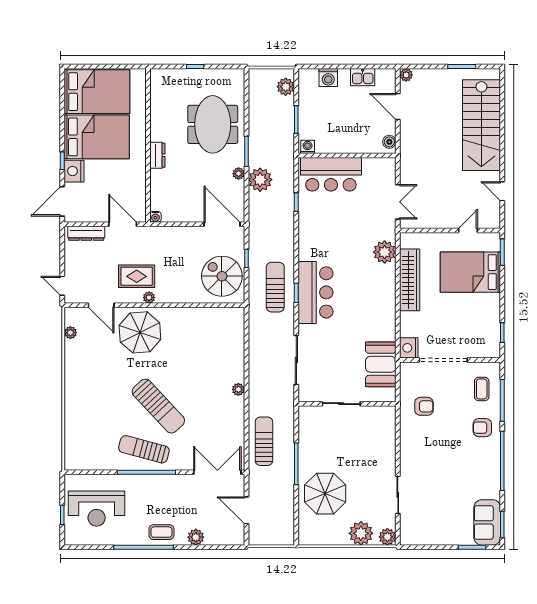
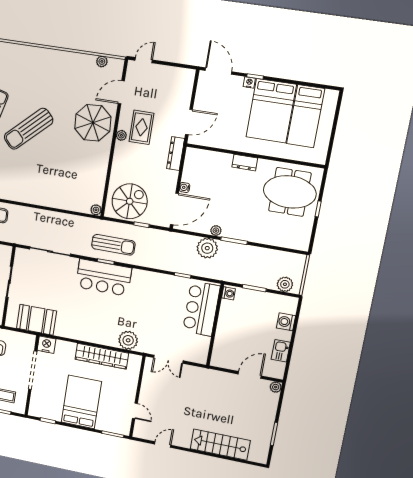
bed: (97, 92) -> (306, 116), width x0.67
meeting table: (213, 124) -> (290, 192), moved
stairs: (481, 125) -> (220, 445), width x0.73, depth x0.66
boiler: (389, 142) -> (221, 362), removed
nightstand: (74, 171) -> (249, 82), width x0.53, depth x0.56
water cooler: (156, 217) -> (185, 187), moved
dresser: (86, 233) -> (176, 154), moved
bed: (470, 272) -> (81, 402), moved
plant: (238, 389) -> (96, 210), moved

